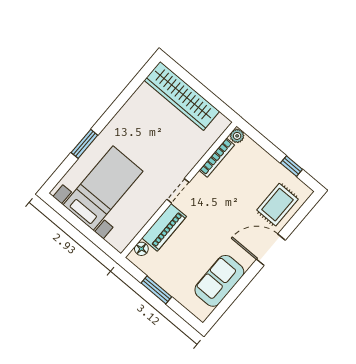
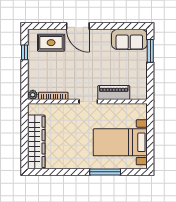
window: (84, 144) -> (105, 172), width x1.44
floor lamp: (141, 249) -> (135, 95), removed
sofa: (219, 281) -> (129, 39), moved
window: (156, 290) -> (150, 51), moved

